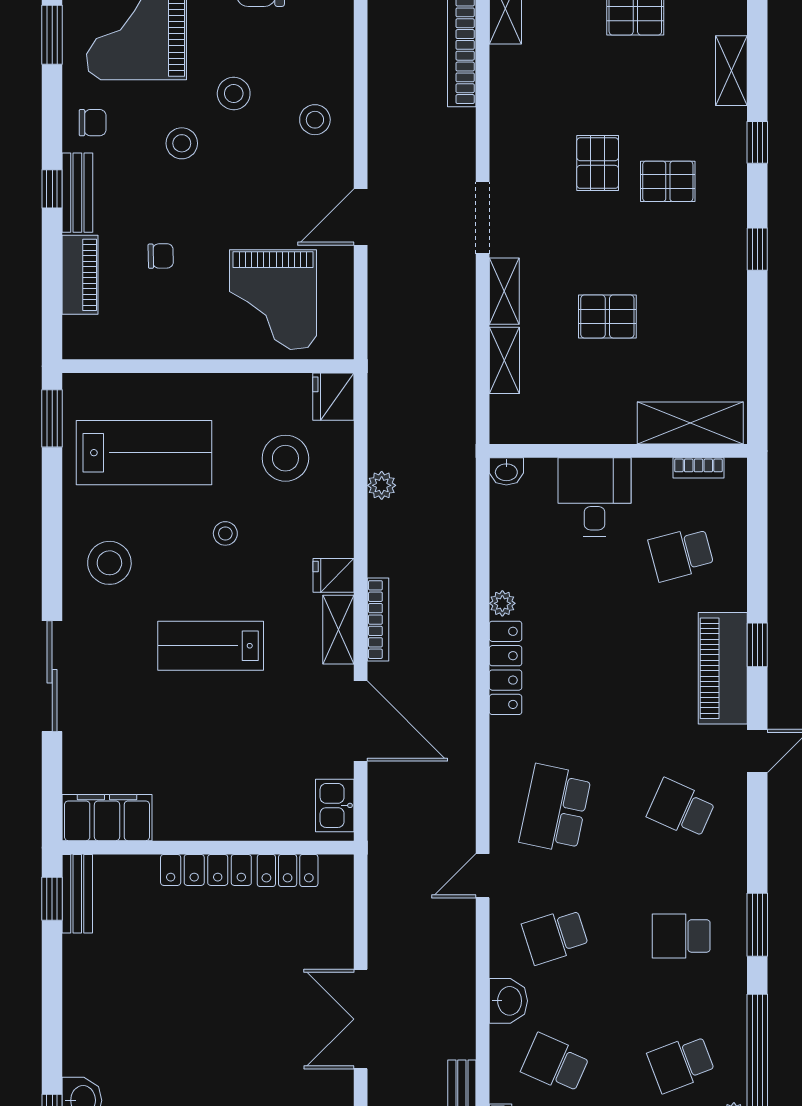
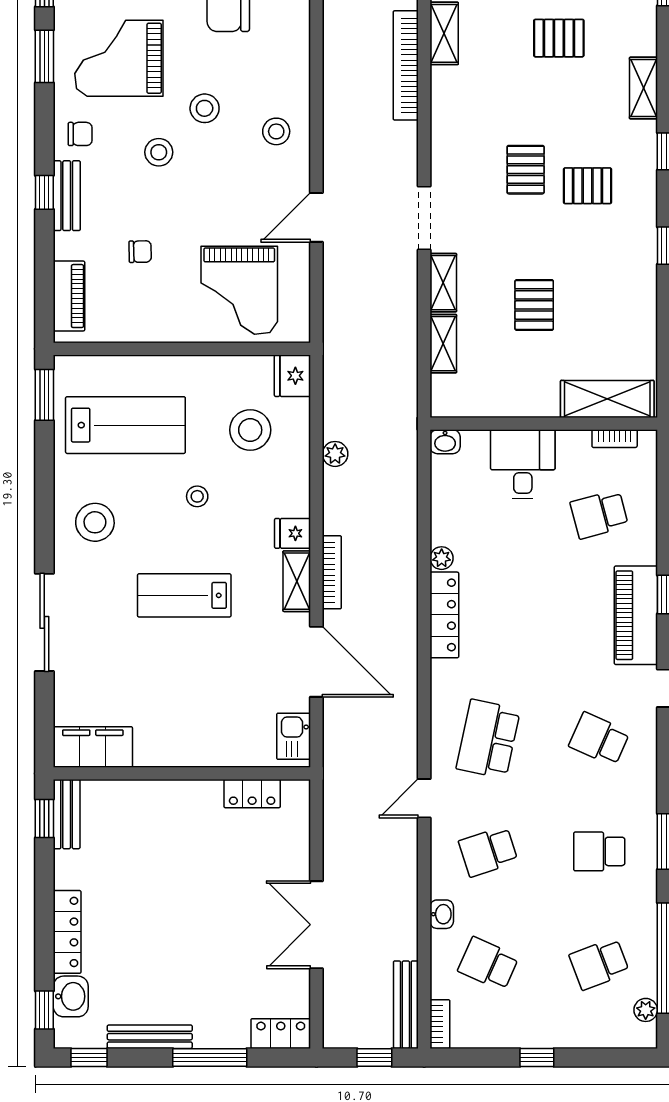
piano: (80, 275) -> (69, 296), moved
pallet: (607, 316) -> (534, 305), turned 90
locker: (206, 870) -> (67, 932), moved, turned -90
washbasin: (508, 1001) -> (442, 914), width x0.72, depth x0.69

